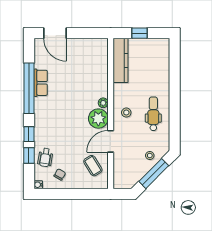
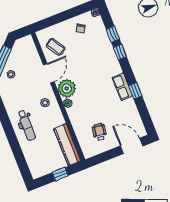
row of seats: (41, 83) -> (122, 87), moved
window: (29, 88) -> (135, 91), width x0.32
dental chair: (153, 114) -> (27, 125), moved
wheelchair: (45, 157) -> (99, 132), moved

